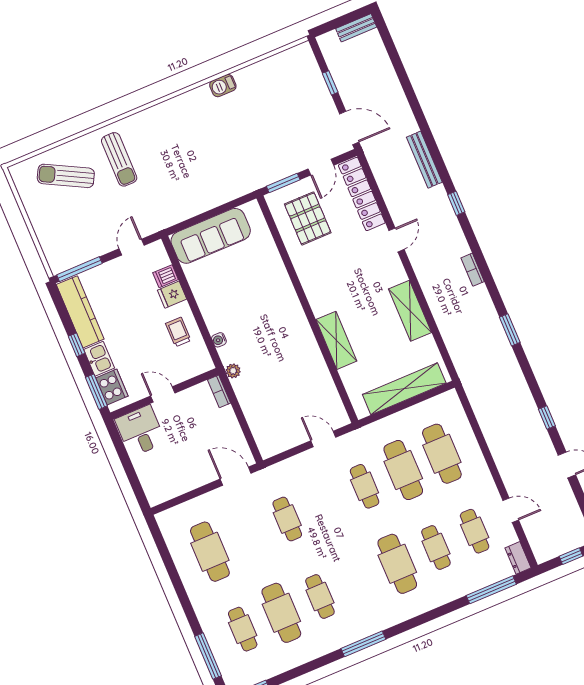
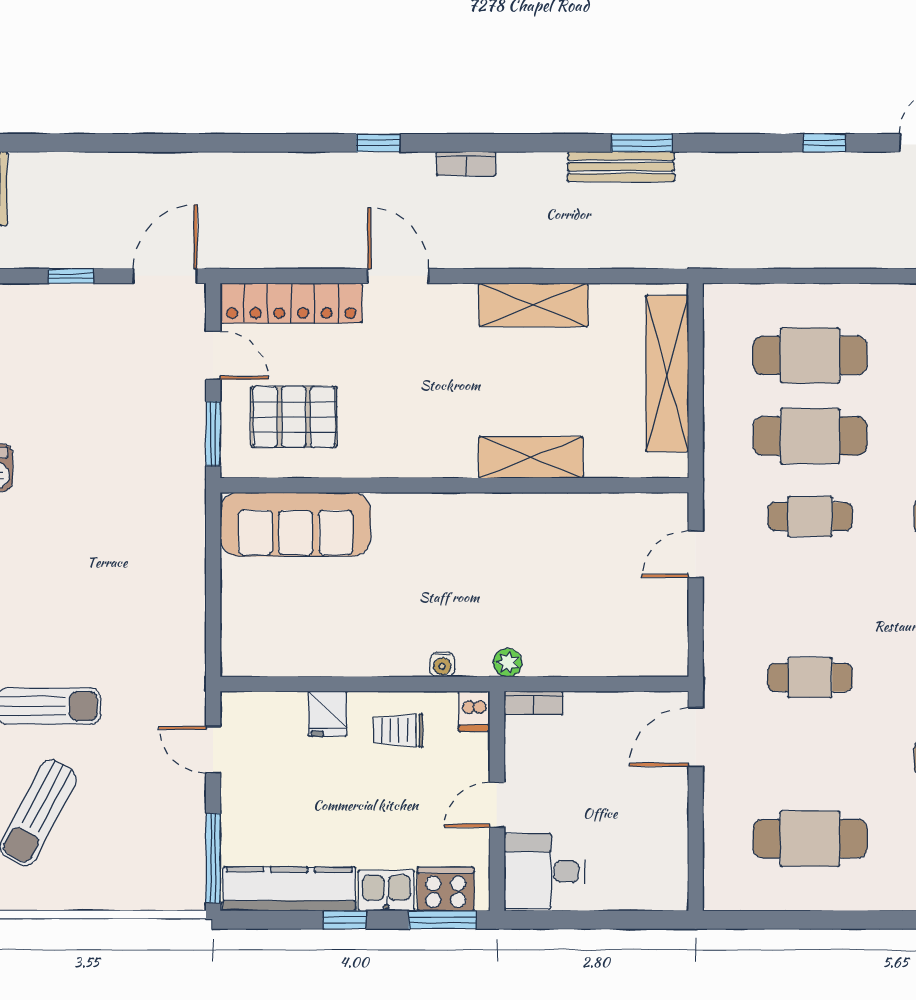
bench: (424, 160) -> (621, 167), moved
sofa: (211, 236) -> (295, 524), moved, turned 90
door: (397, 240) -> (398, 276), width x1.38
bookcase: (473, 270) -> (466, 164), moved
dishwasher: (166, 276) -> (474, 711), moved

